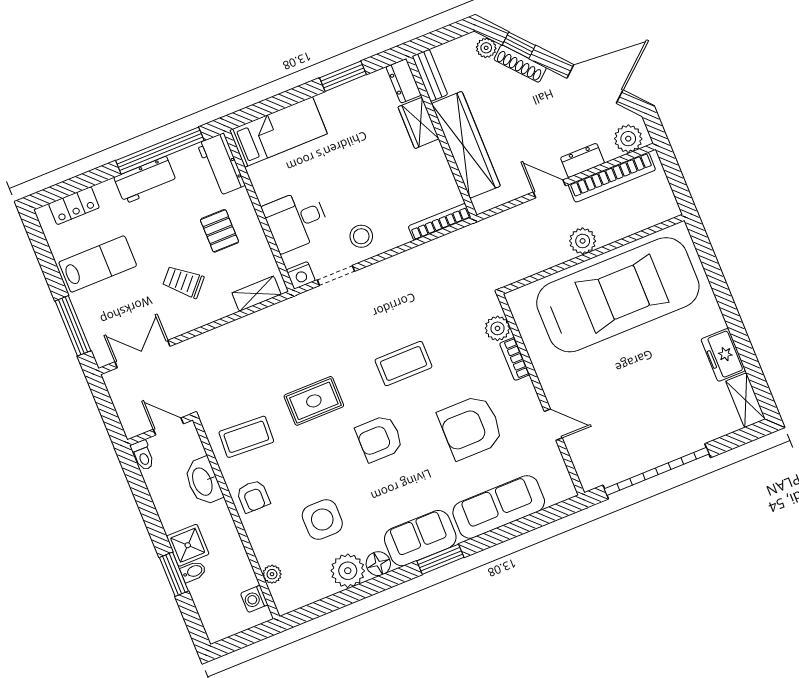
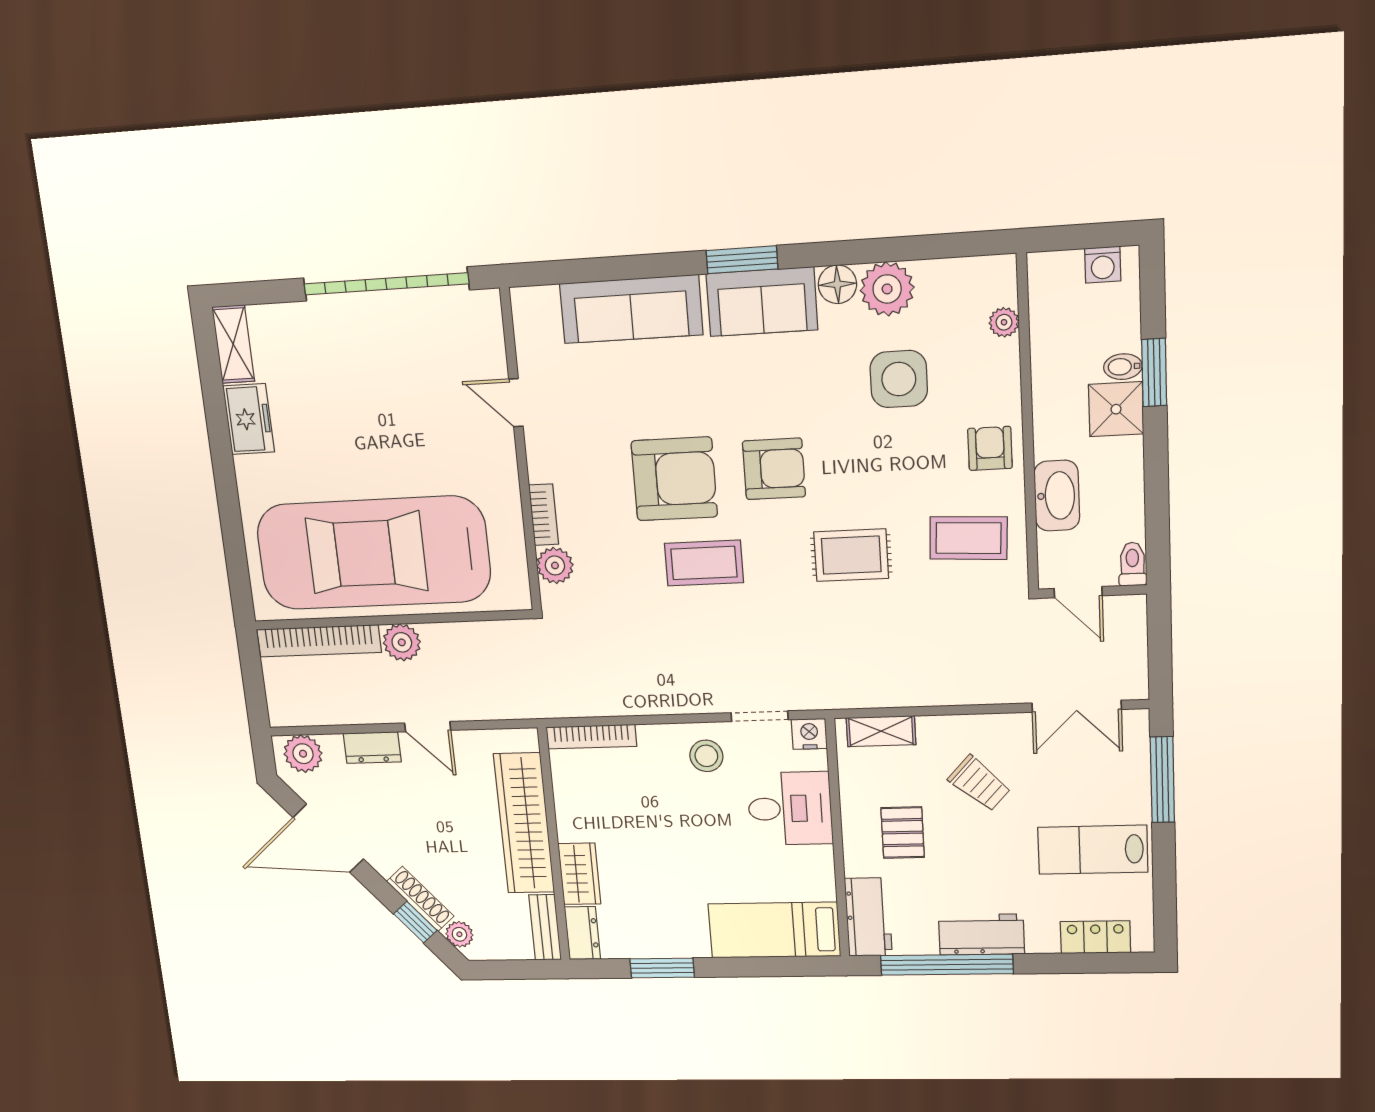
bookcase: (612, 177) -> (319, 641), moved, turned 180
armchair: (471, 427) -> (674, 479), moved
washing machine: (254, 599) -> (1103, 265), moved, turned 90

